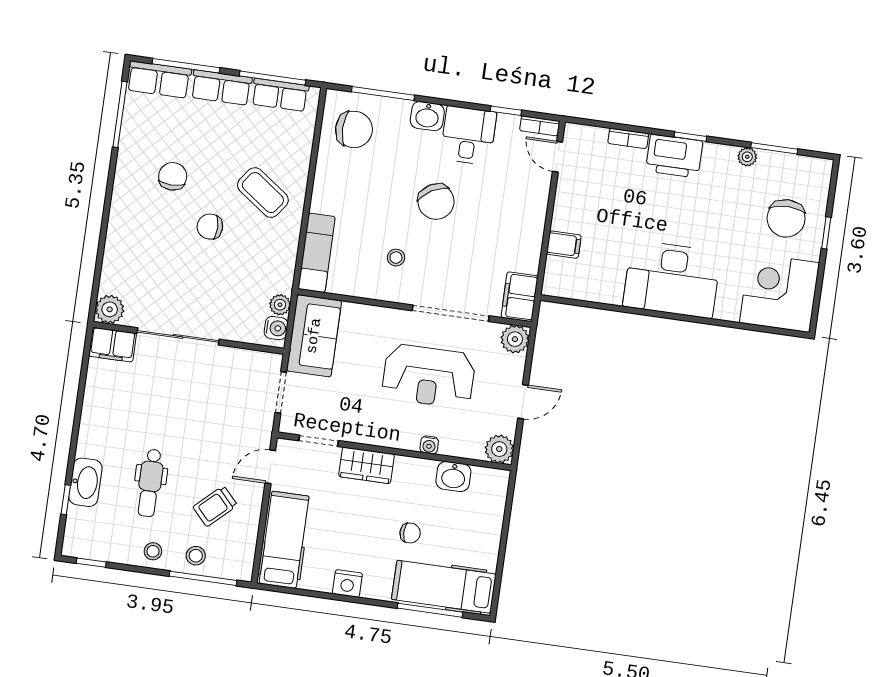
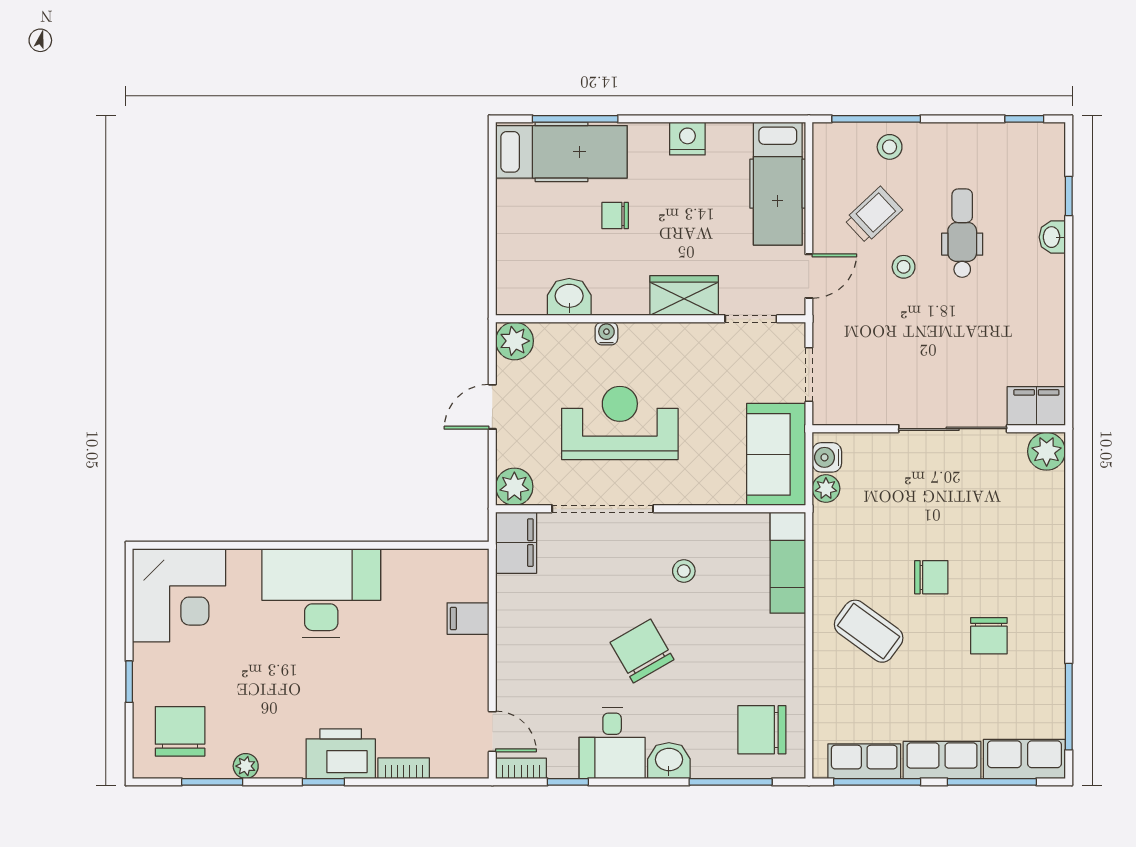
chair: (786, 218) -> (180, 731), moved
washbasin: (85, 482) -> (1052, 237), width x0.52, depth x0.69
stool: (153, 551) -> (904, 267), moved

